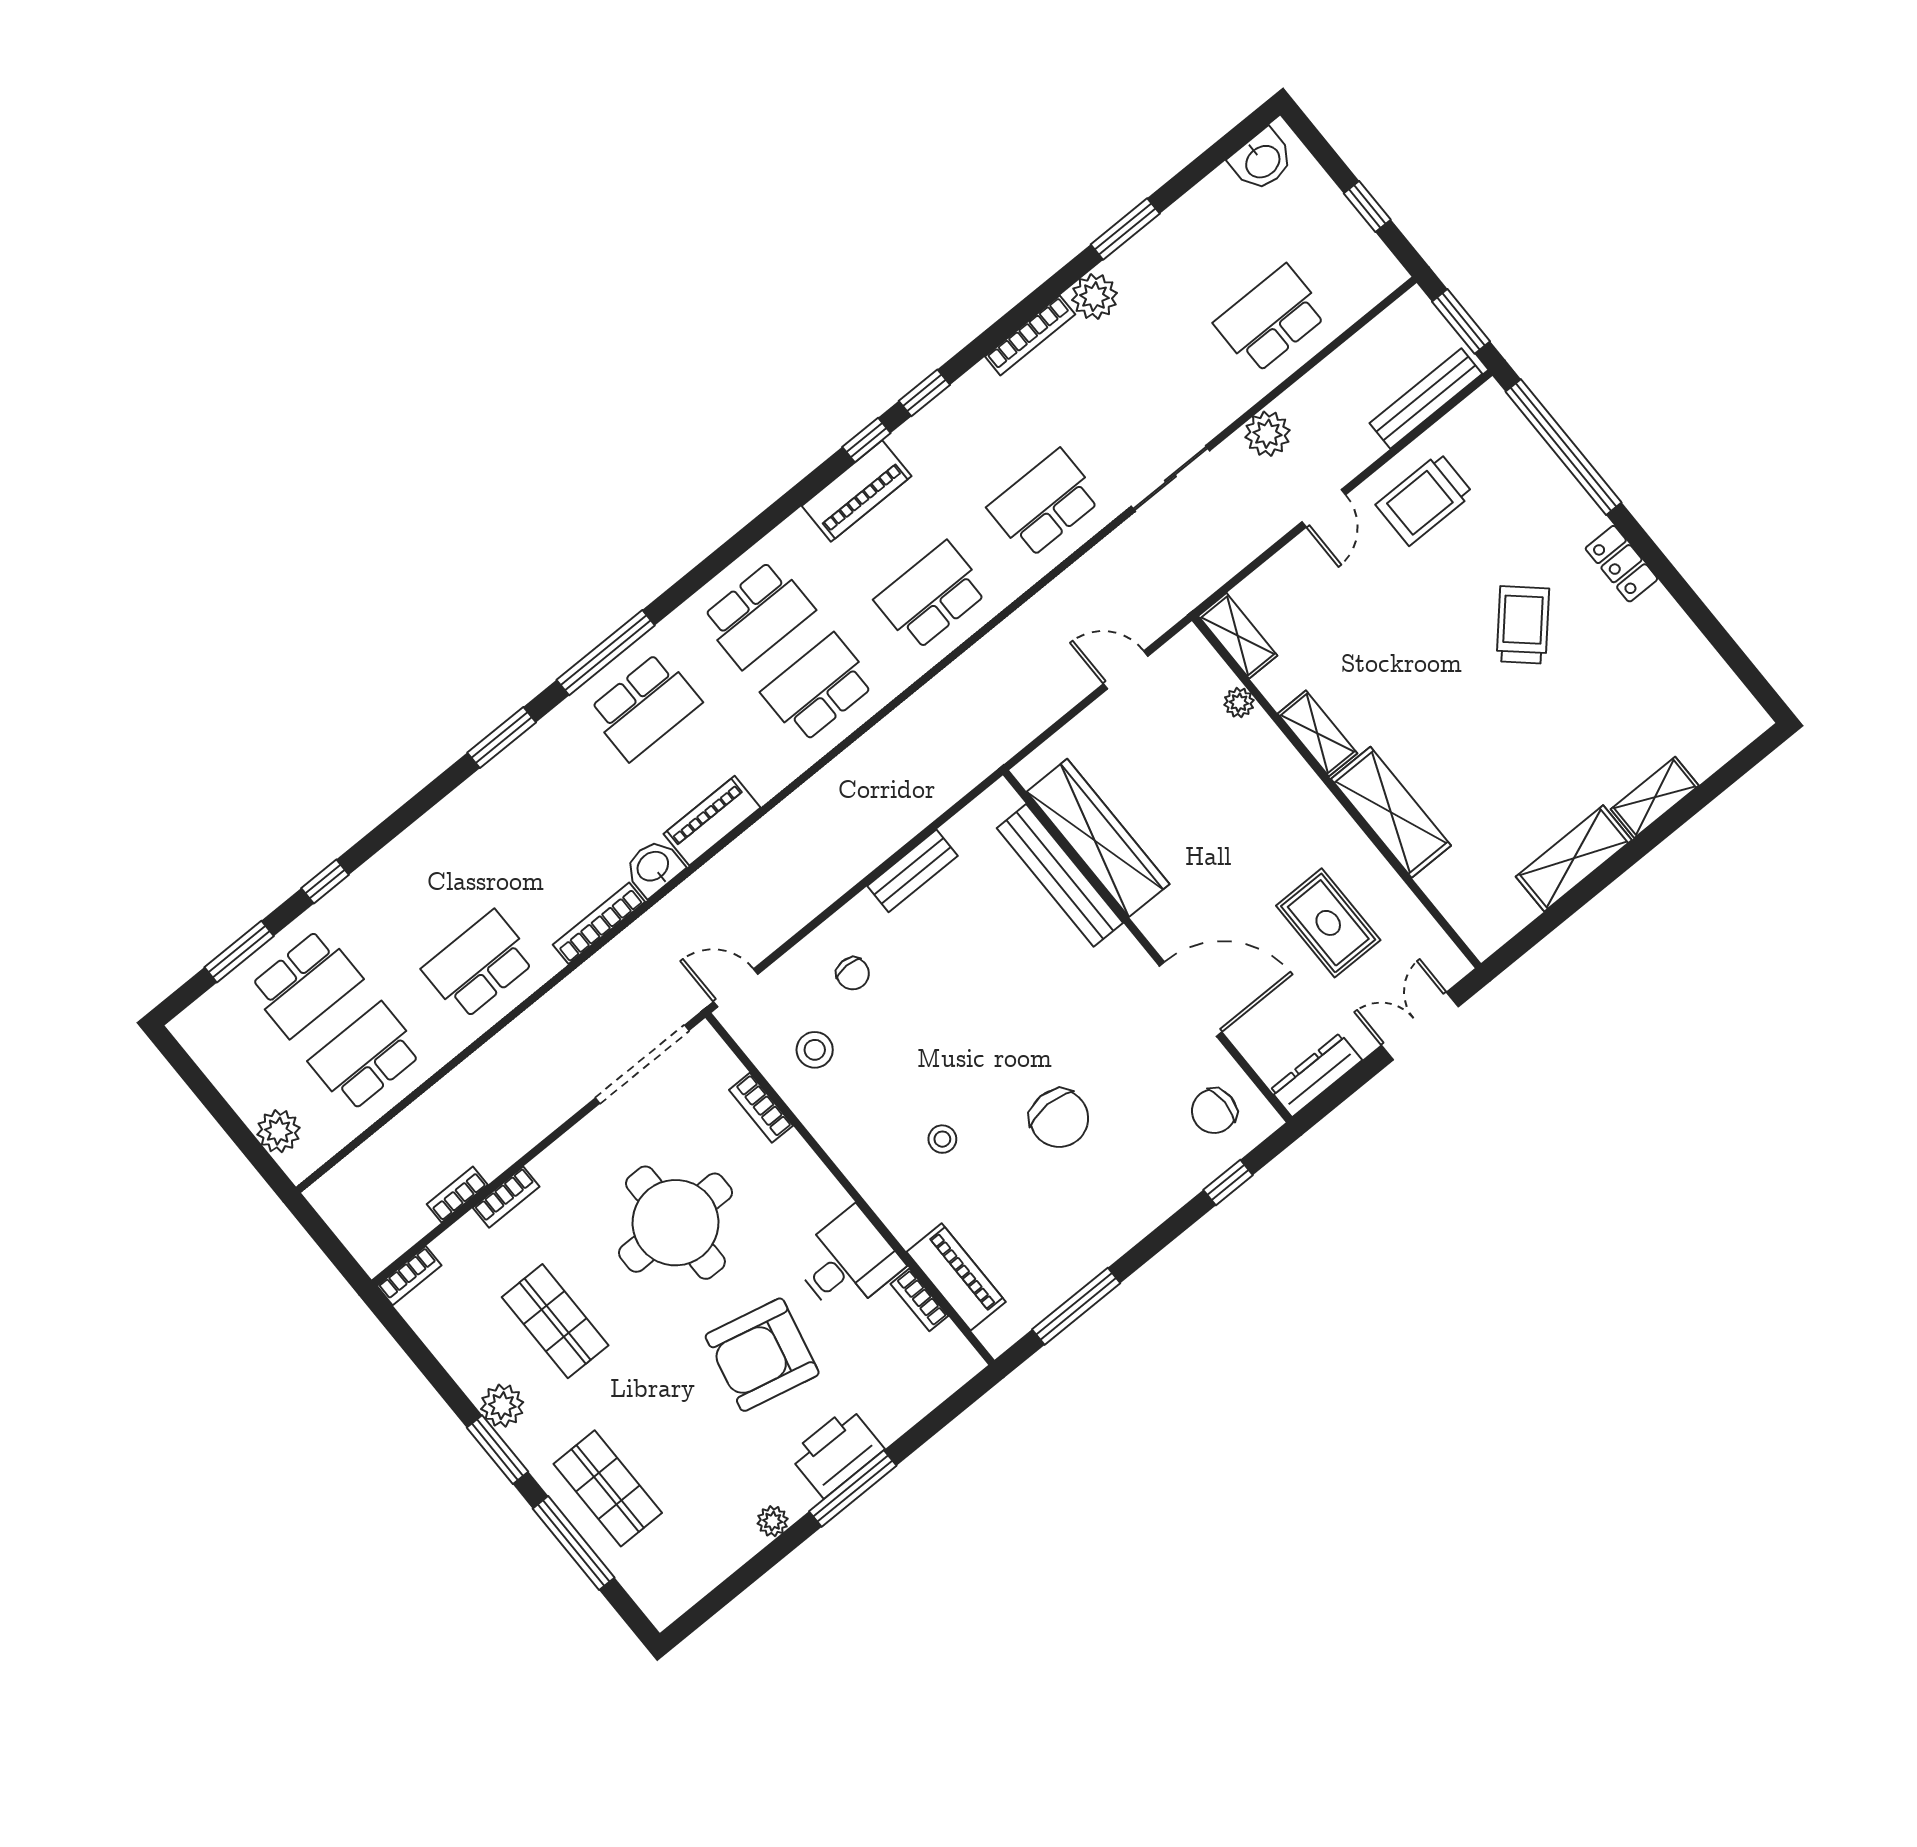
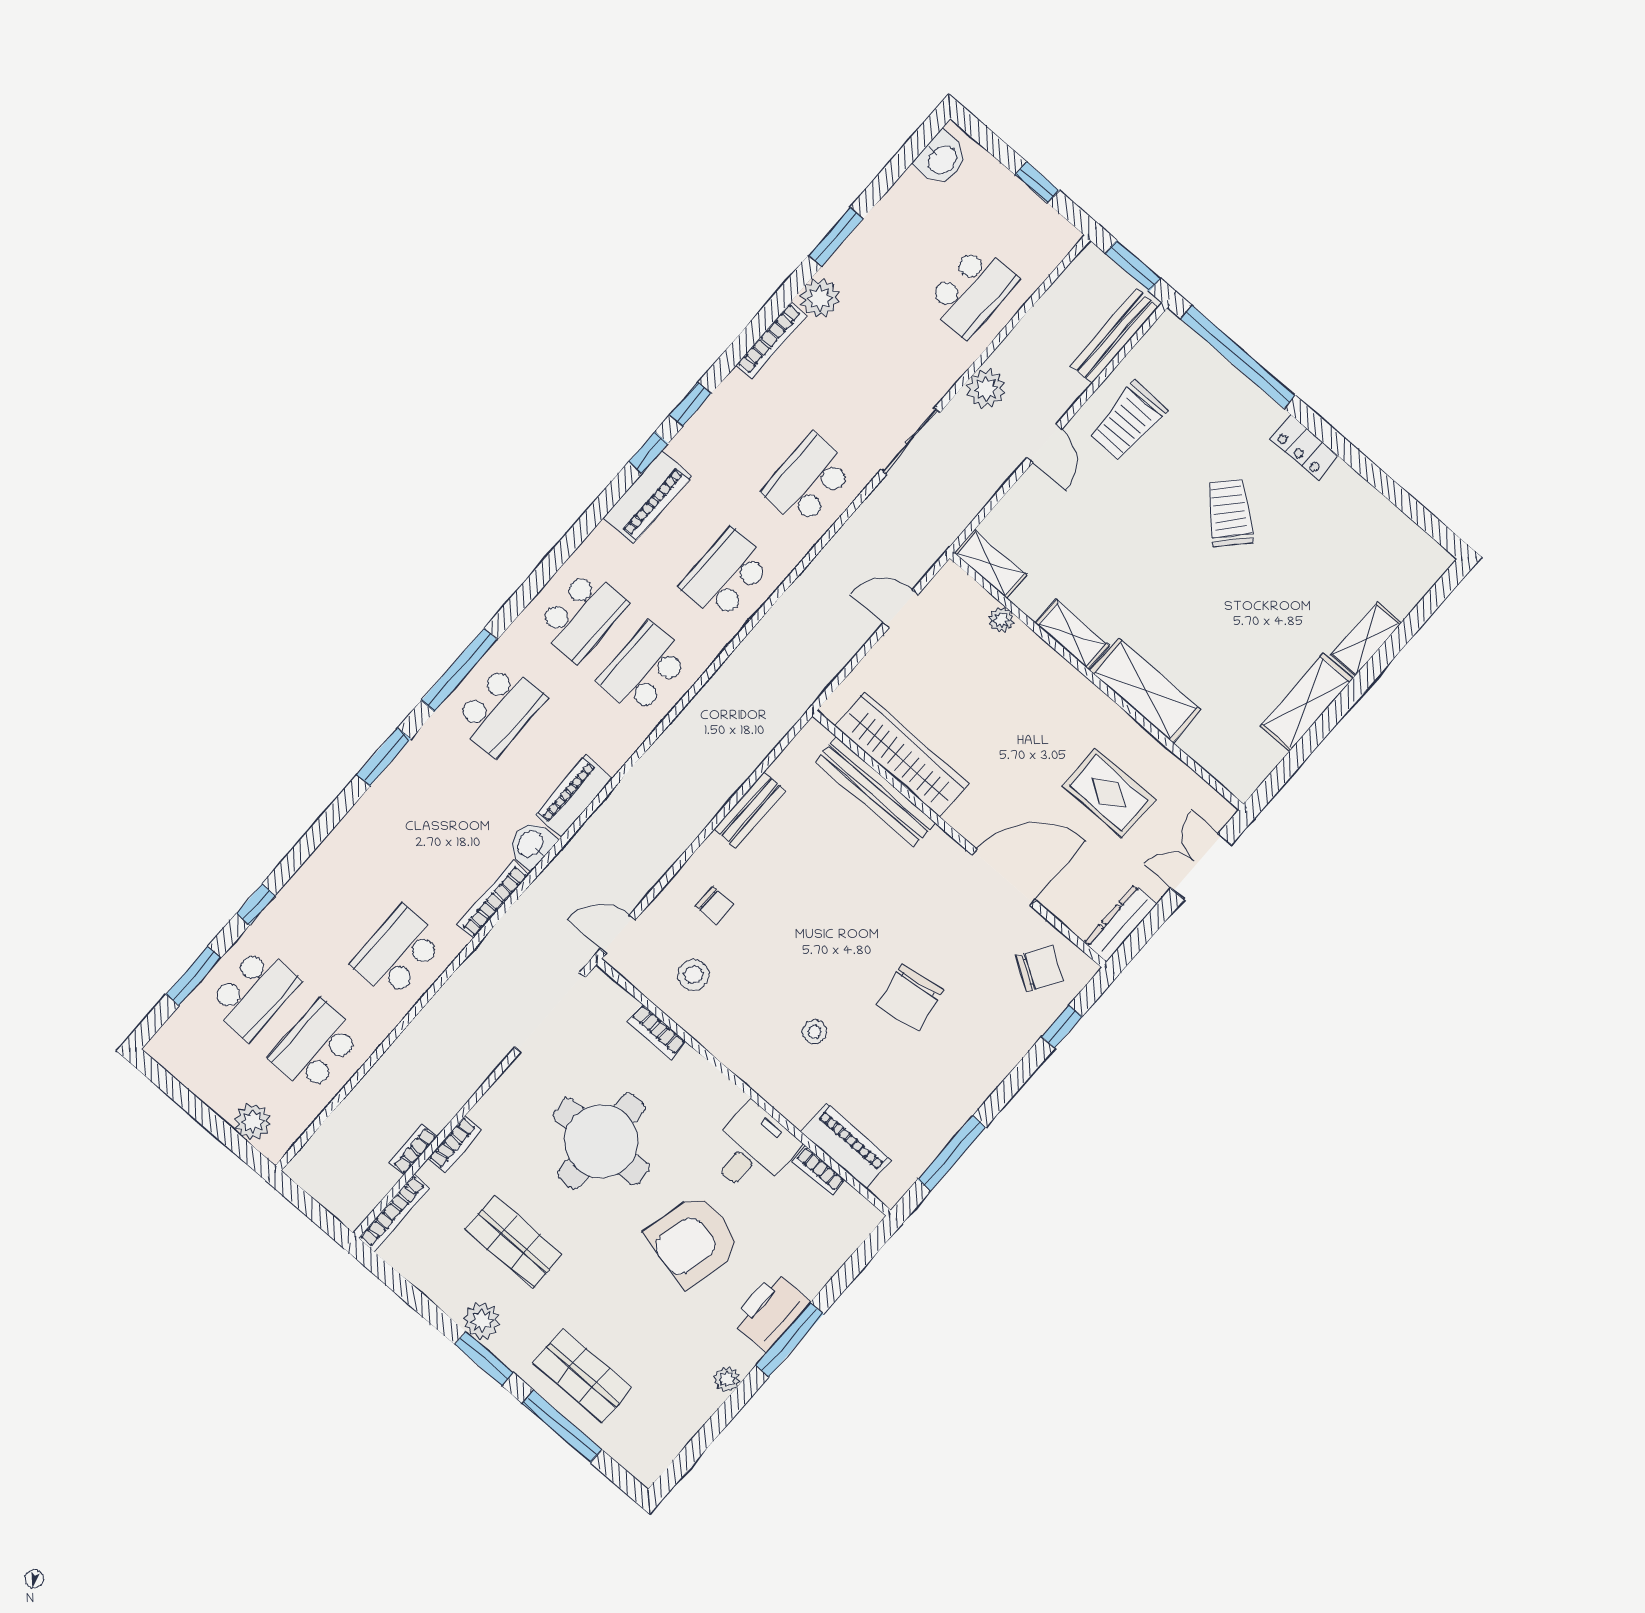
school desk: (1271, 319) -> (972, 291), turned 180
chair: (1214, 1111) -> (1040, 968), turned -148
chair: (1059, 1118) -> (910, 997), turned 81
bookcase: (409, 1276) -> (394, 1213), width x1.56

